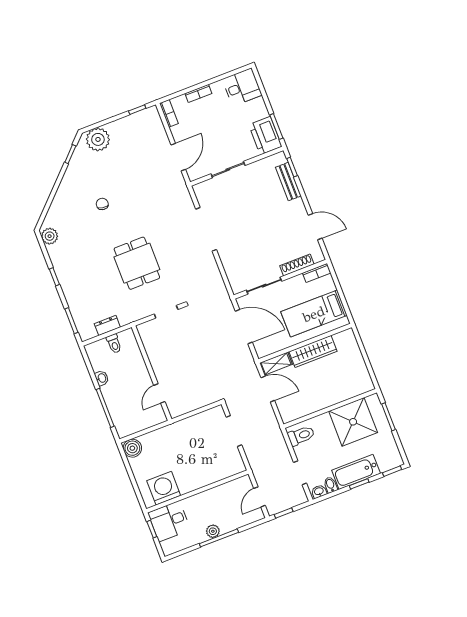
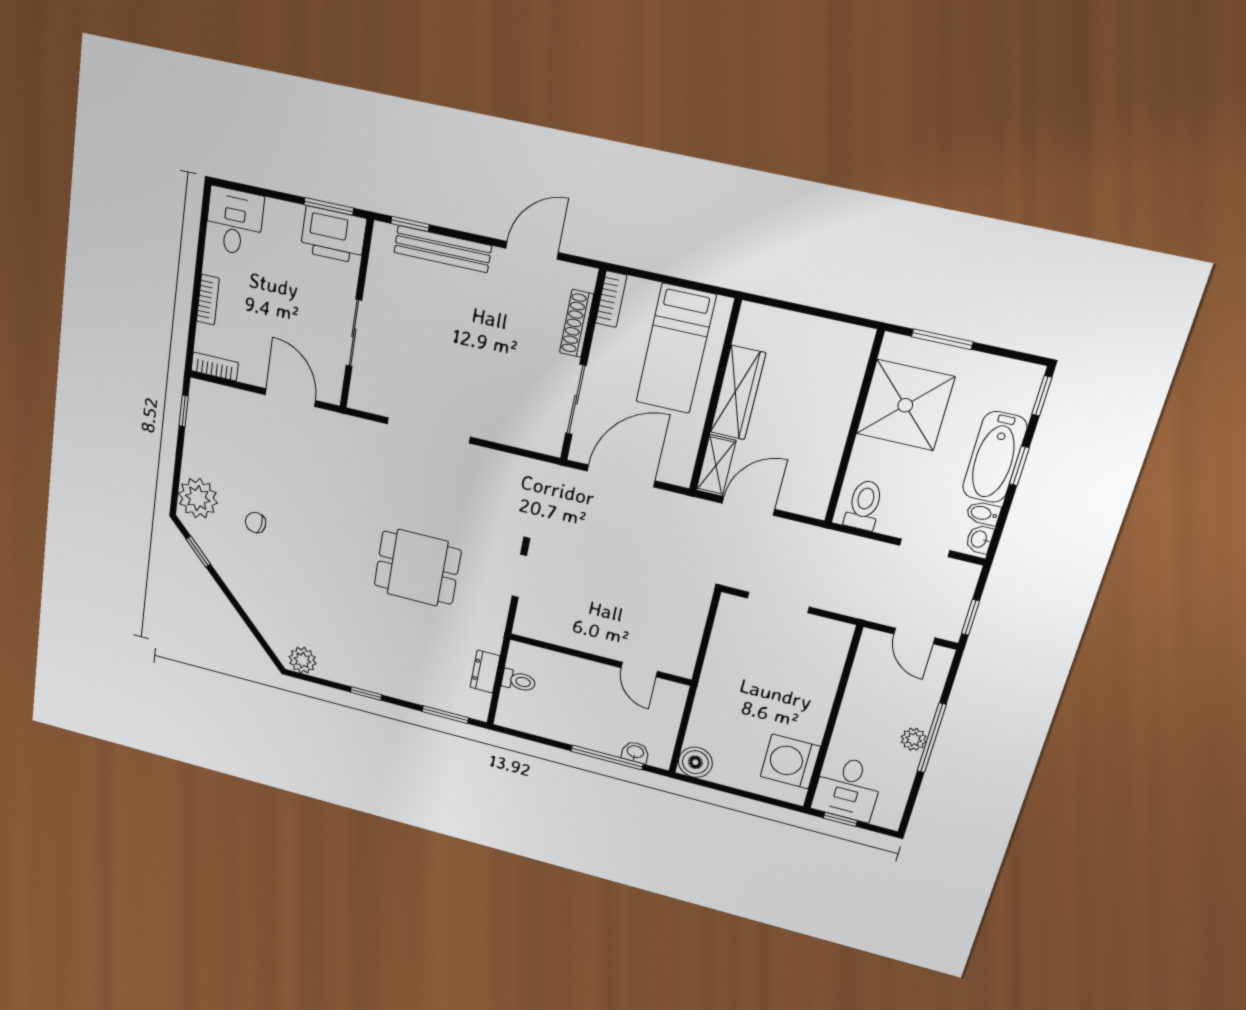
bench: (288, 182) -> (443, 249), width x1.36
chair: (102, 204) -> (256, 523), moved
washbasin: (102, 378) -> (635, 752), moved

